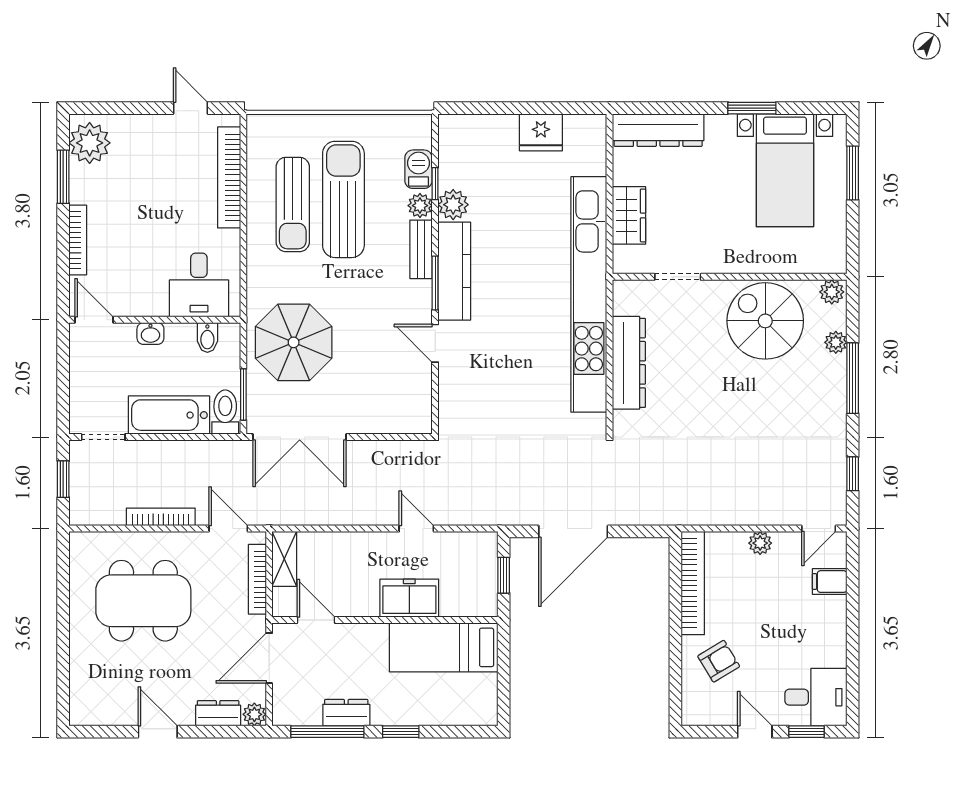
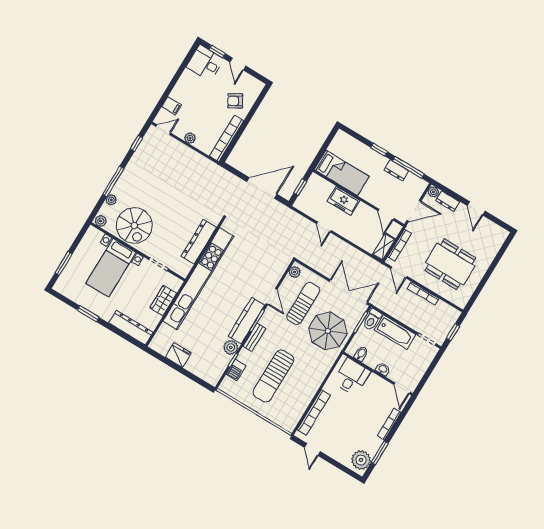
bed with nightstands: (785, 170) -> (111, 268), moved, turned 180
sun lounger: (293, 204) -> (303, 303), moved
plant: (420, 206) -> (295, 272), moved

